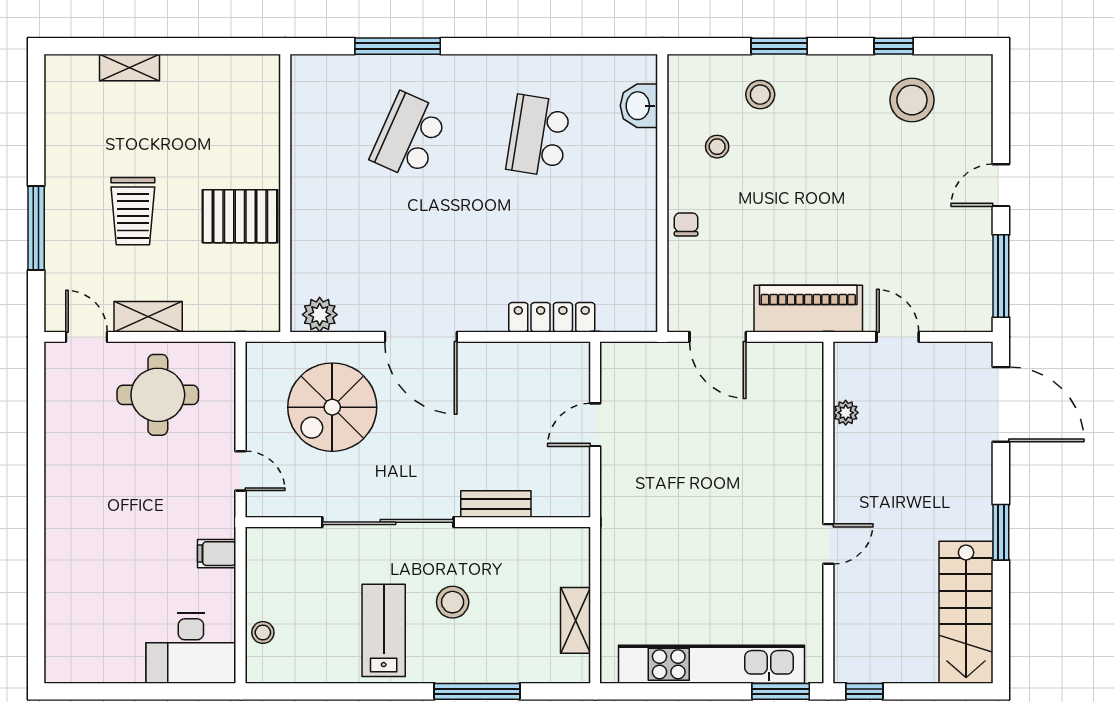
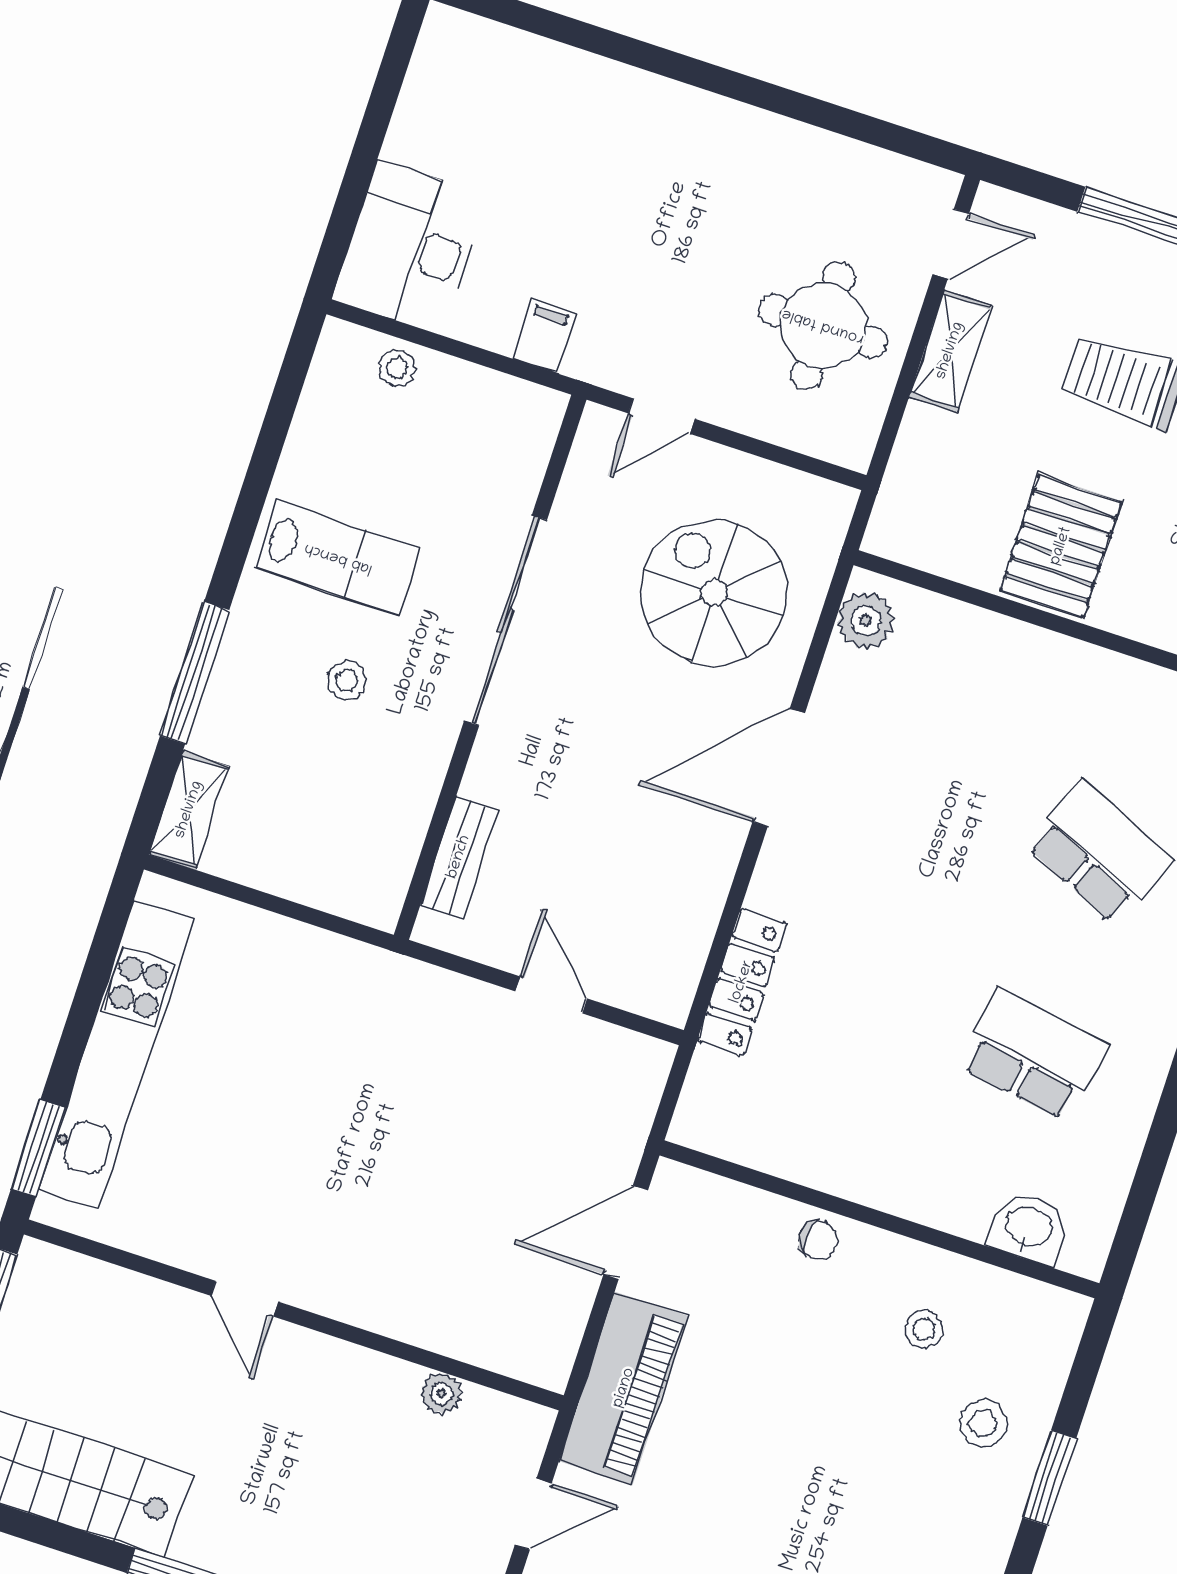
bench: (496, 504) -> (459, 857), moved
stool: (453, 602) -> (347, 681), width x0.73, depth x0.73
shelving: (575, 620) -> (189, 810), moved, turned 90

